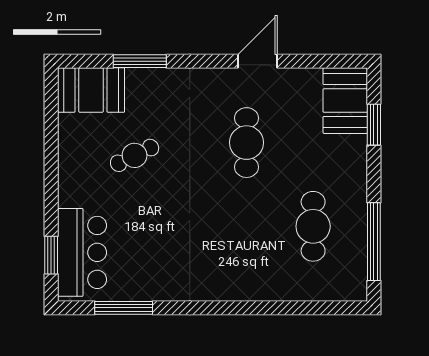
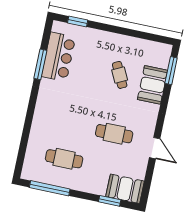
window: (140, 61) -> (171, 71), moved
booth: (91, 90) -> (153, 85), moved
bar counter: (82, 252) -> (59, 57), moved, turned -90
window: (124, 308) -> (40, 64), moved

